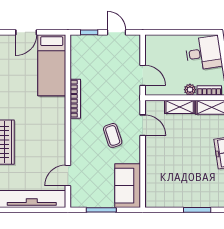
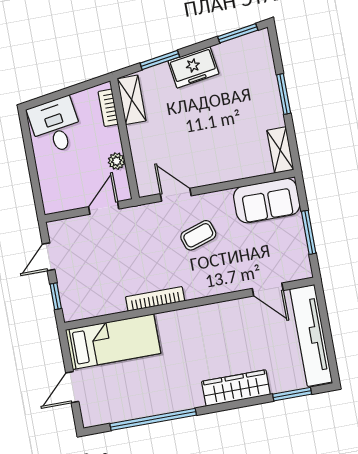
door: (26, 32) -> (72, 387), swing flipped
plant: (190, 90) -> (117, 161), moved
shelving: (180, 107) -> (280, 150), moved
door: (143, 125) -> (176, 195), hinge flipped

